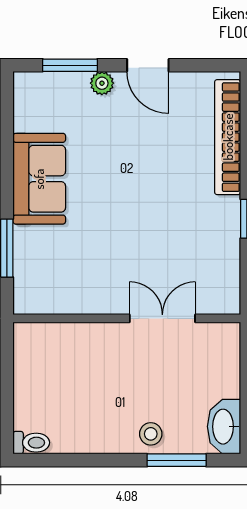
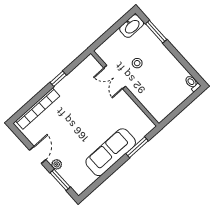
sofa: (39, 179) -> (111, 152), width x1.36
stool: (151, 434) -> (137, 63), moved

